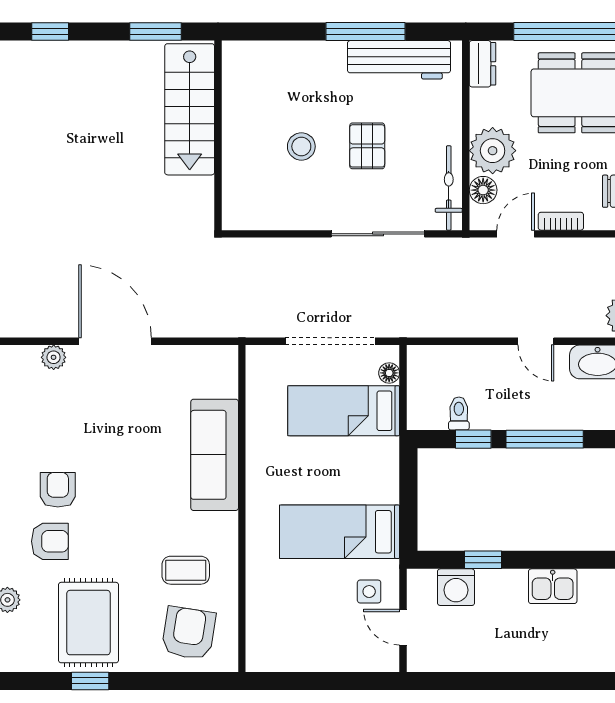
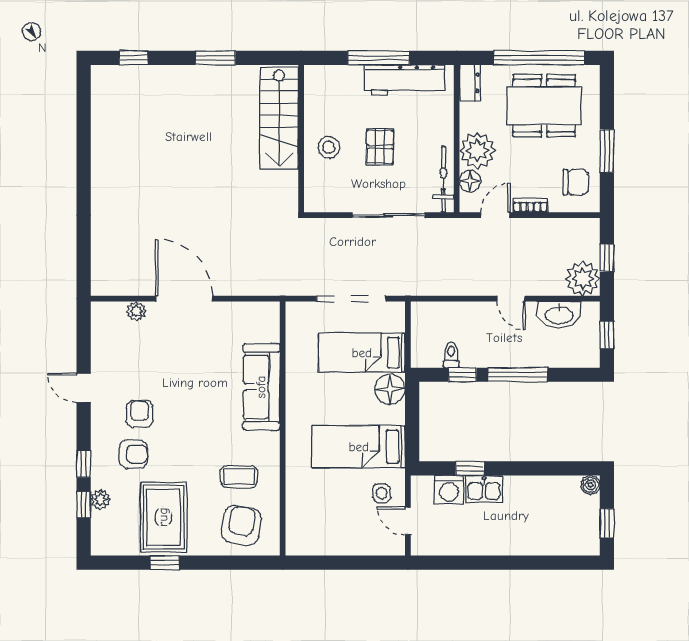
stairs: (190, 109) -> (279, 118), moved
wall: (218, 135) -> (301, 139), moved
floor lamp: (389, 373) -> (390, 389), moved, width x1.89, depth x1.89
kitchen sink: (553, 586) -> (484, 489), moved

